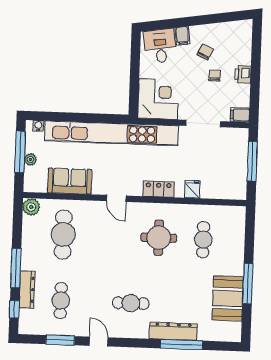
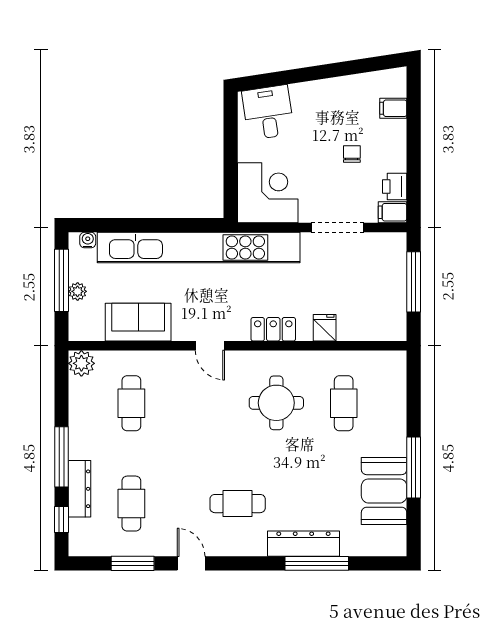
filing cabinet: (182, 36) -> (393, 108), moved, turned 99
chair: (205, 52) -> (336, 119), removed
printer: (243, 74) -> (395, 187), moved
cafe table: (63, 234) -> (131, 403), width x0.73, depth x0.74

